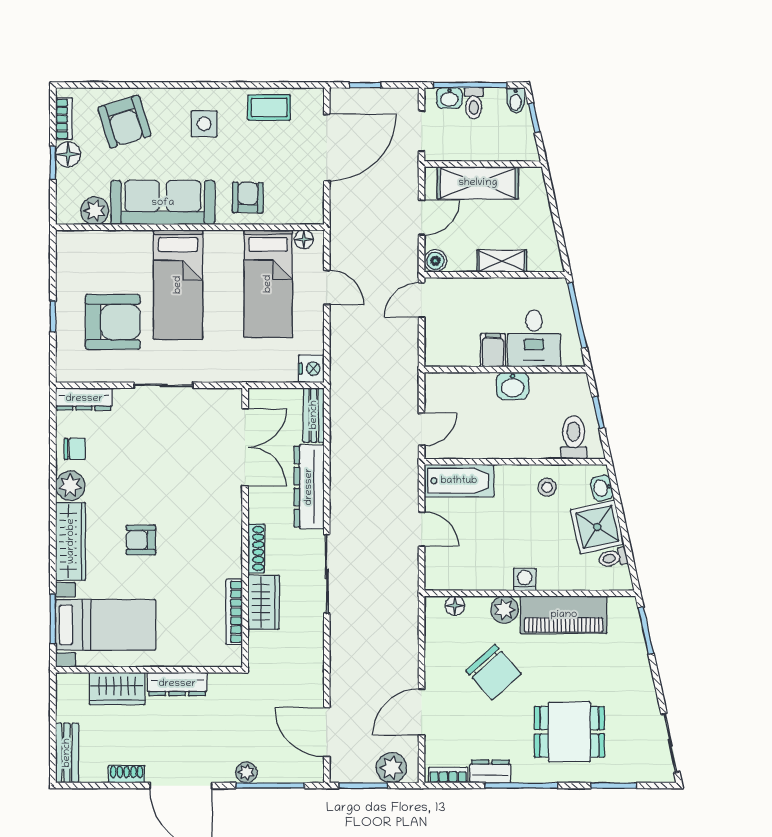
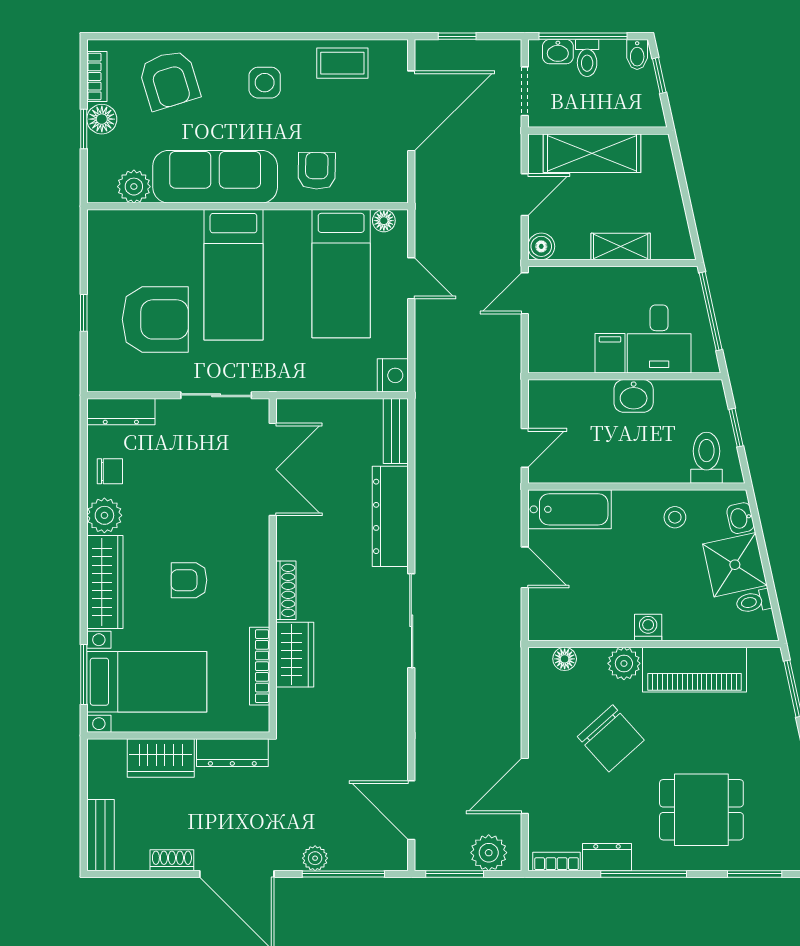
double door: (245, 447) -> (273, 469), moved
wall: (245, 527) -> (273, 565), moved
shoe rack: (256, 548) -> (286, 590), moved
wardrobe: (264, 602) -> (295, 655), moved
bookcase: (234, 612) -> (260, 666), moved

